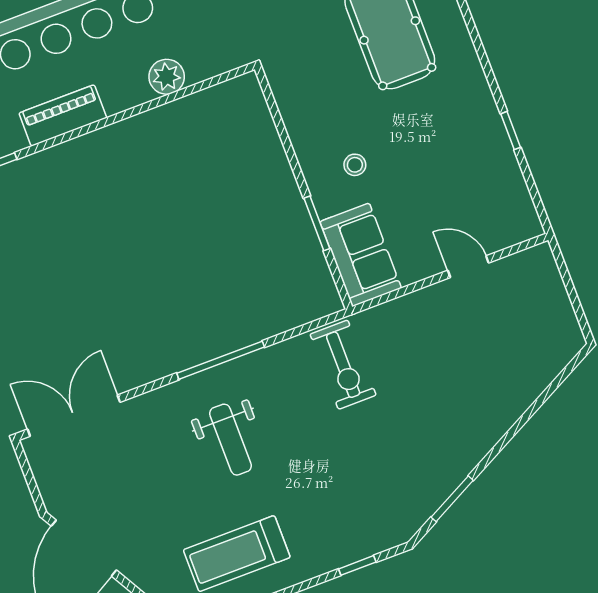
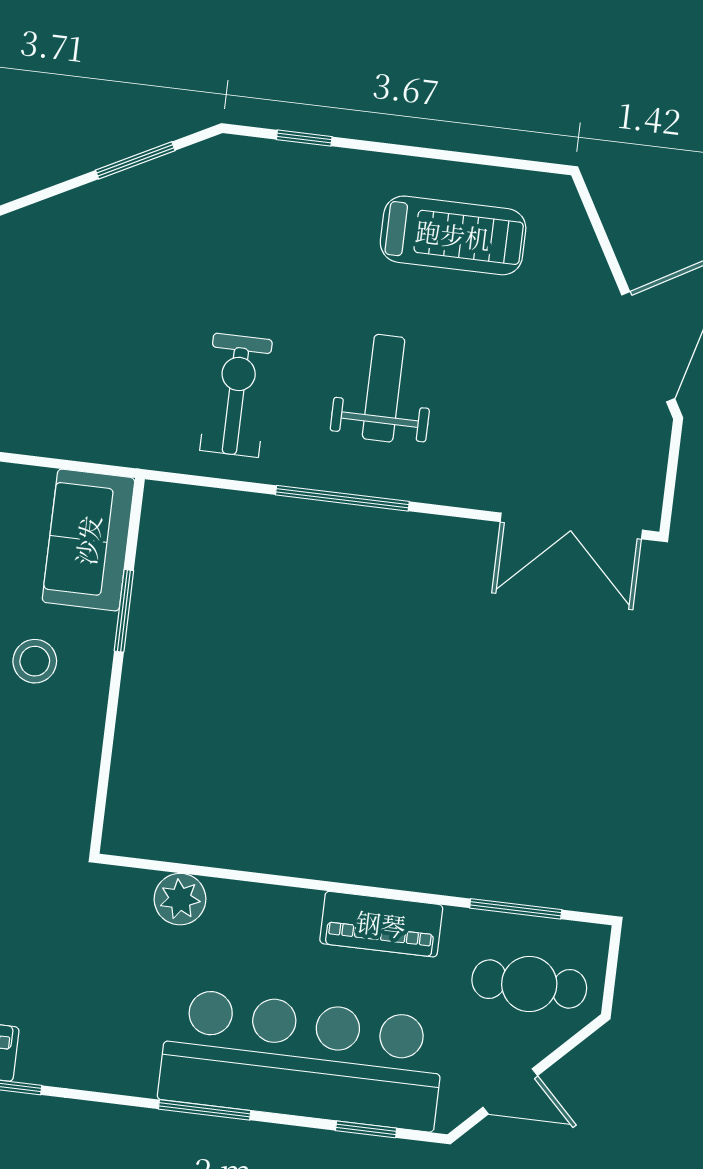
plant: (167, 77) -> (180, 899), moved
stool: (355, 165) -> (35, 661), width x1.37, depth x1.37
exercise bike: (343, 365) -> (236, 395), moved

